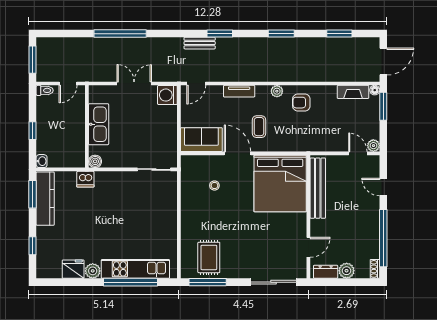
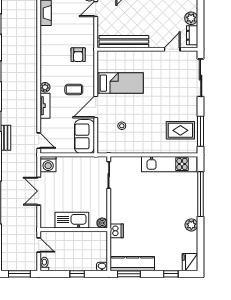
plant: (277, 91) -> (45, 87), moved
armchair: (301, 103) -> (78, 55), moved
bed: (280, 184) -> (120, 83), width x0.49
door: (308, 247) -> (172, 49), hinge flipped
fridge: (73, 269) -> (190, 262), moved
kitchen unit: (135, 269) -> (169, 164), moved, turned -90

